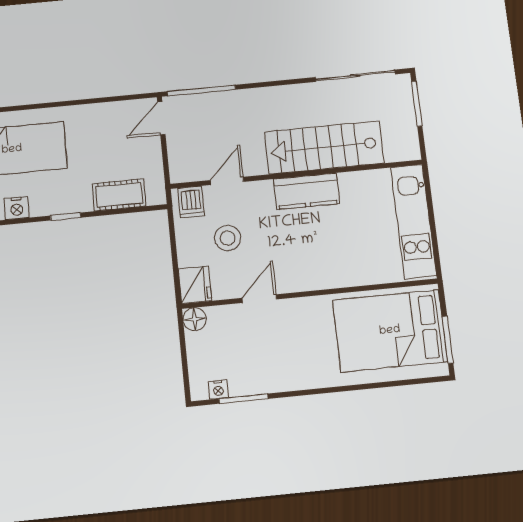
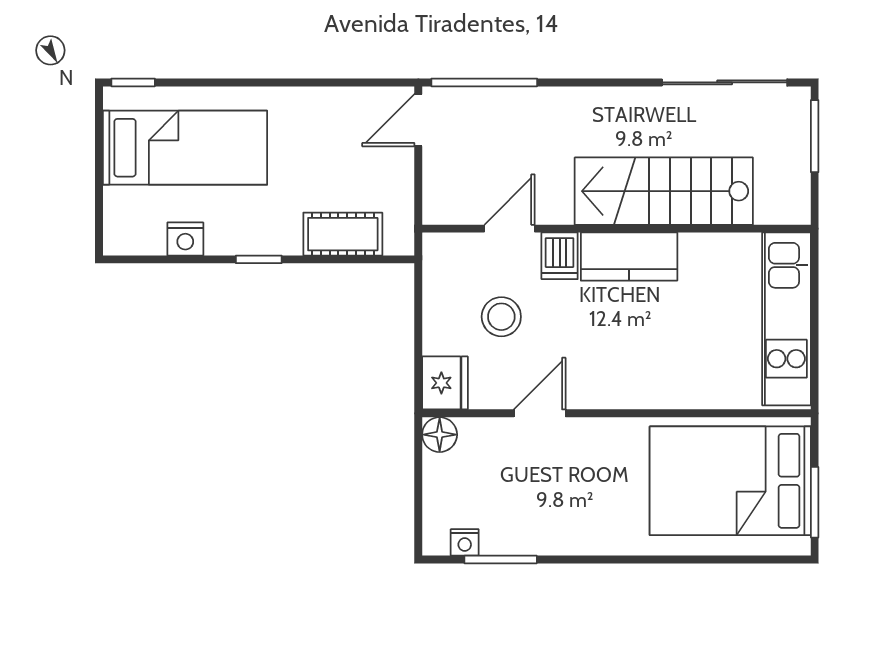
dishwasher: (191, 202) -> (560, 256), moved

